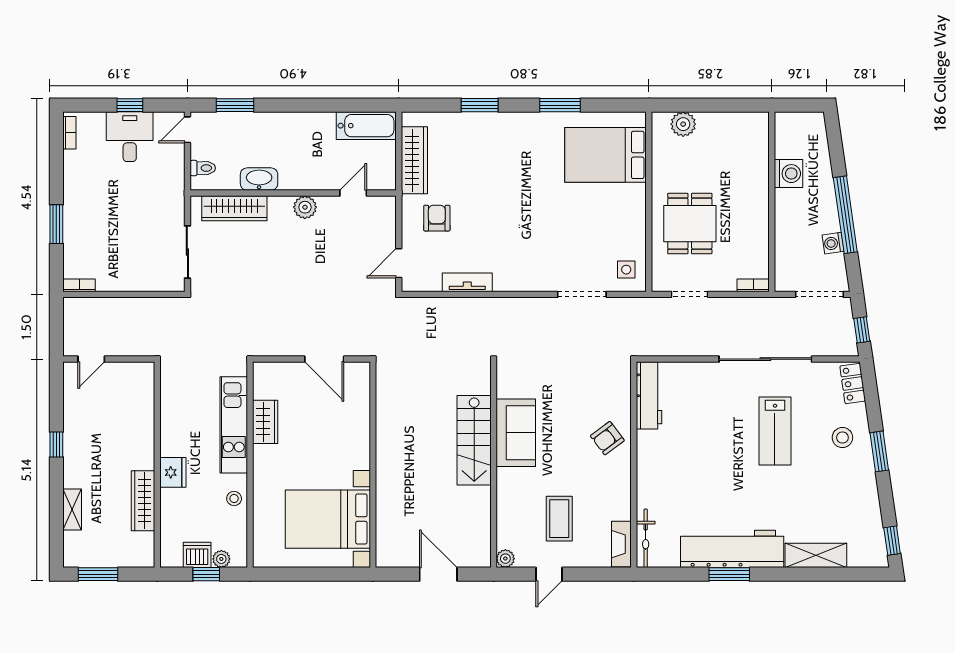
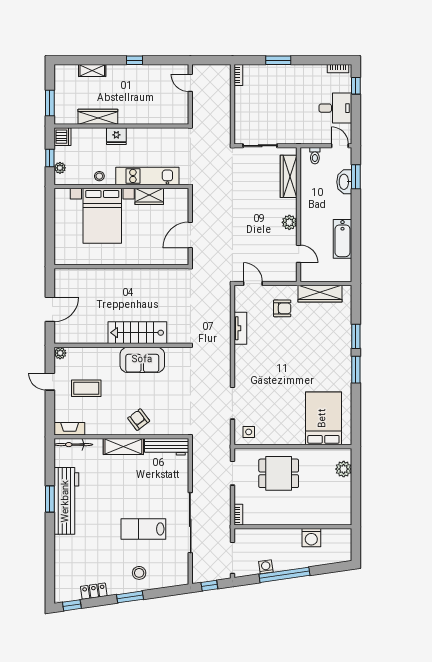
window: (130, 105) -> (356, 86), moved
window: (560, 105) -> (356, 370), moved
bathtub: (366, 126) -> (343, 239), moved
washbasin: (259, 179) -> (344, 182), moved, turned 180
locker: (853, 384) -> (94, 591), moved
bed with nightstands: (328, 519) -> (102, 216), moved, turned 180
dishwasher: (197, 555) -> (63, 137), moved
shelving: (816, 555) -> (123, 447), moved, turned 90
window: (98, 574) -> (50, 103), moved

